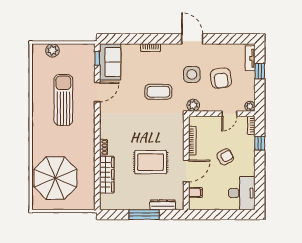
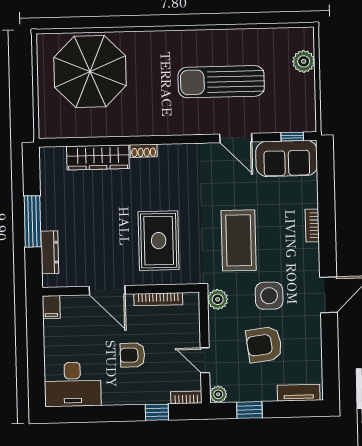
window: (260, 71) -> (249, 410), moved
coffee table: (158, 92) -> (239, 240), width x1.36, depth x1.32
sun lounger: (63, 100) -> (221, 82), turned 180
armchair: (225, 157) -> (132, 355), turned 117
rug: (151, 162) -> (159, 241), moved
filing cabinet: (195, 193) -> (51, 307), moved

